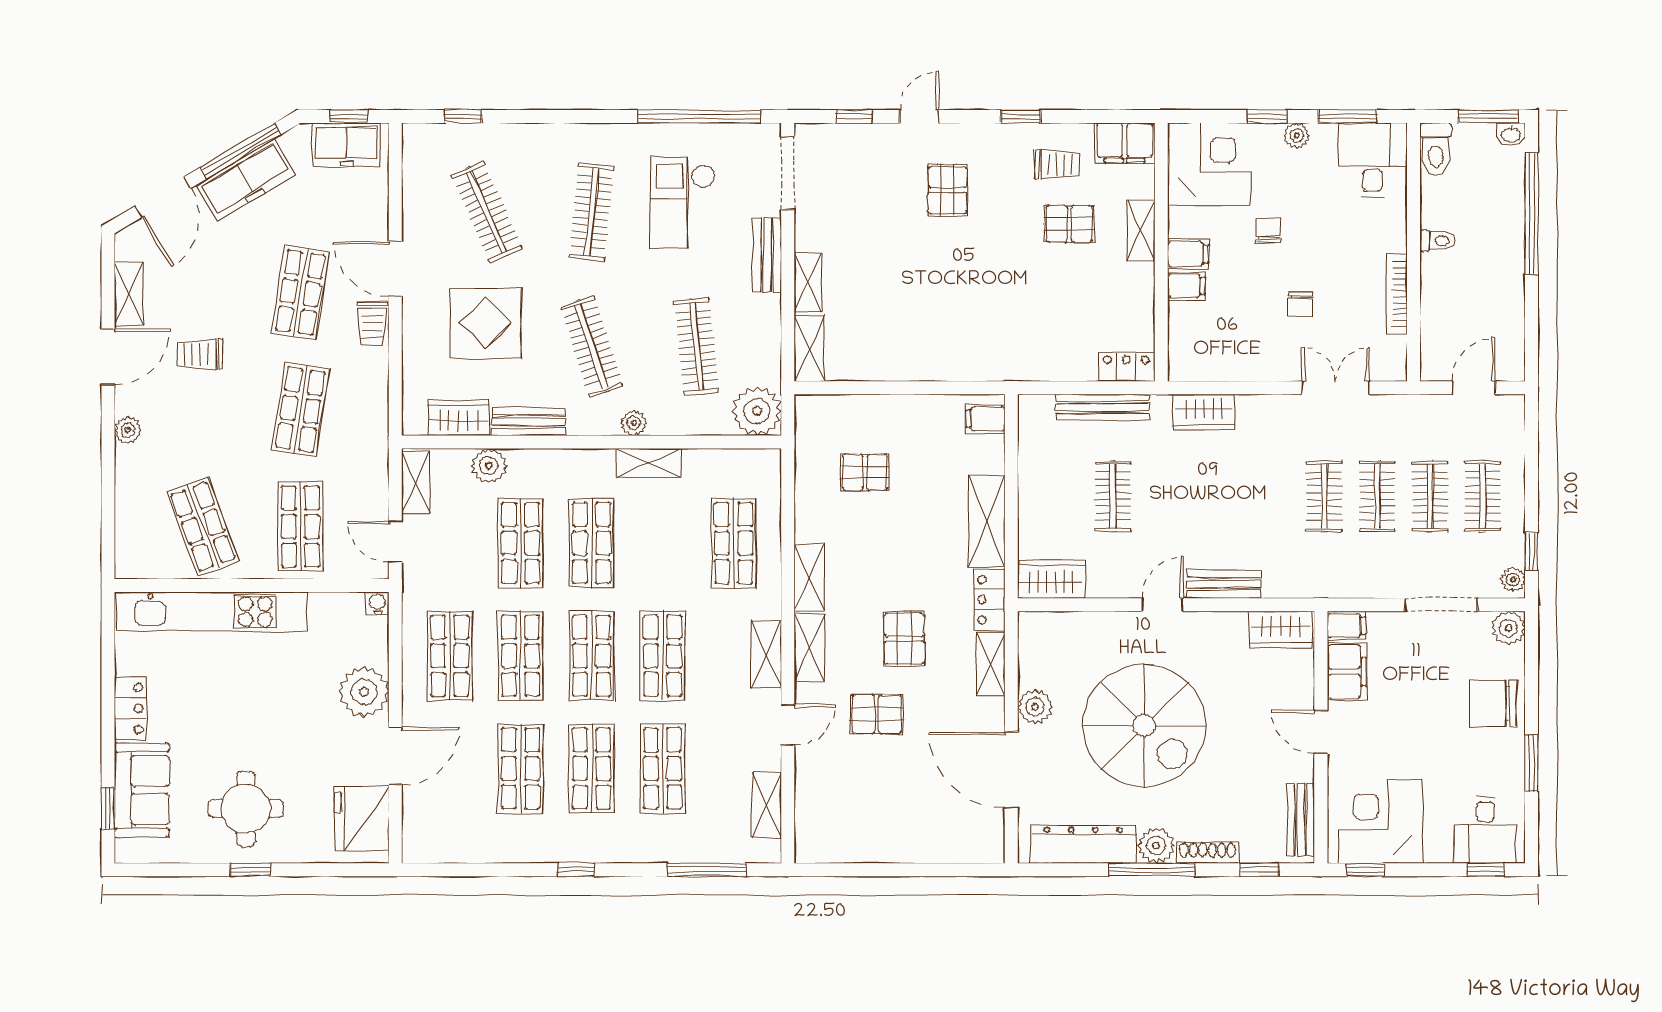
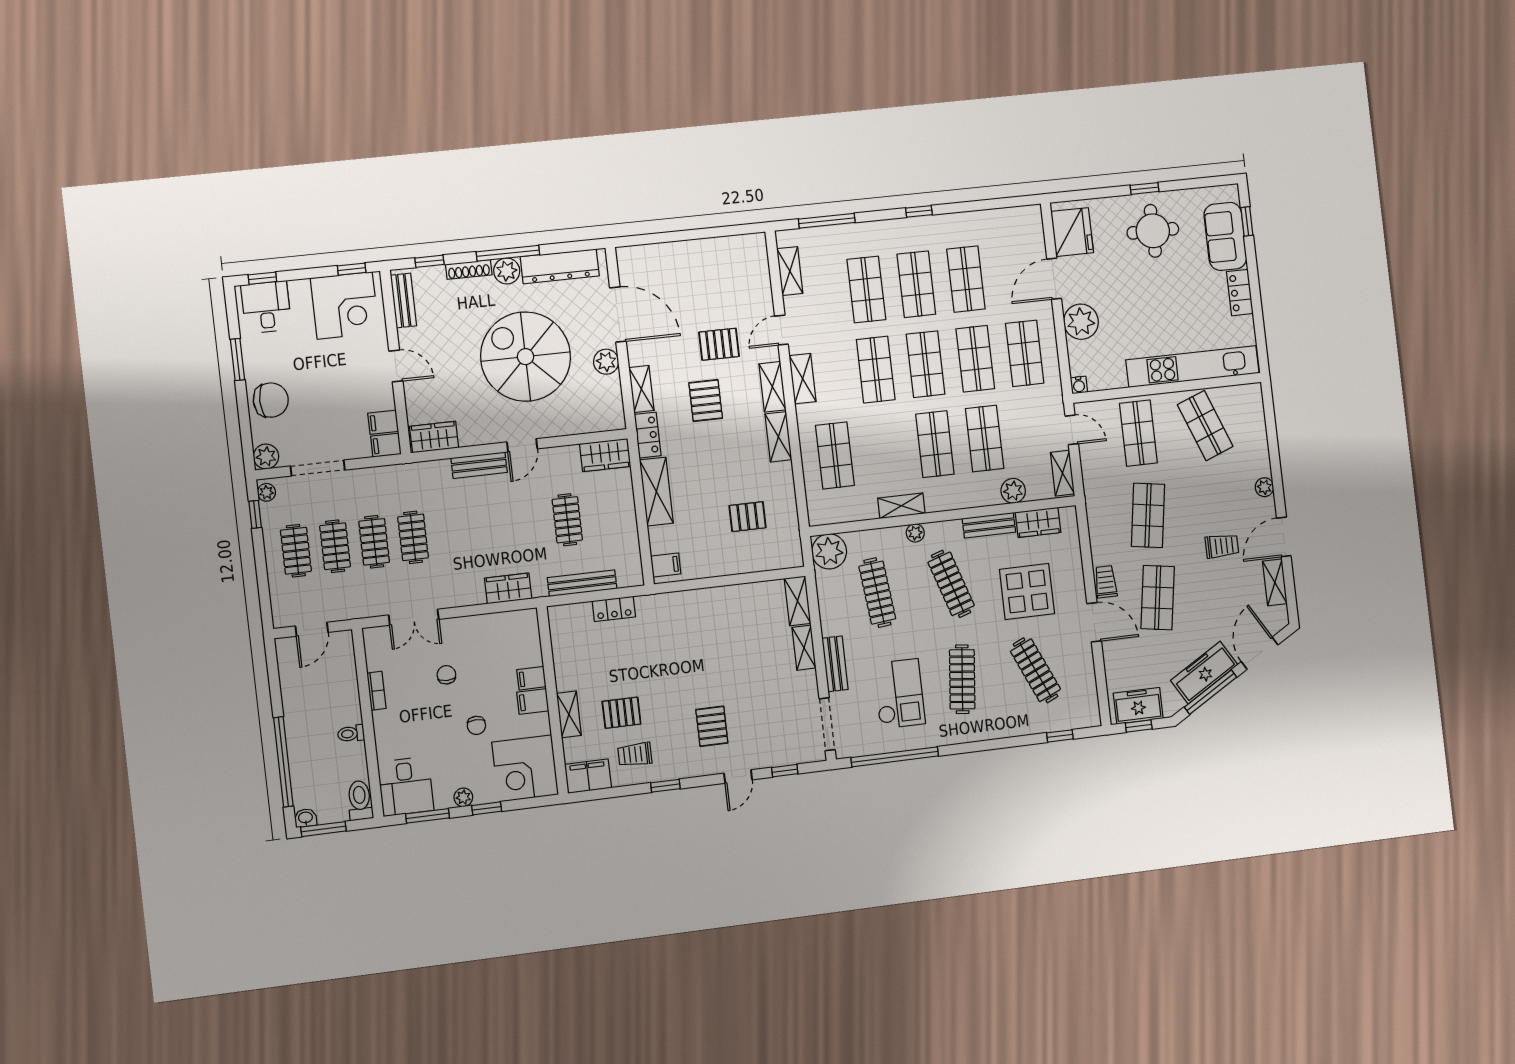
bookcase: (1397, 294) -> (376, 691), width x0.64
locker: (1126, 367) -> (614, 609), moved
filing cabinet: (1347, 672) -> (383, 422), width x0.50

